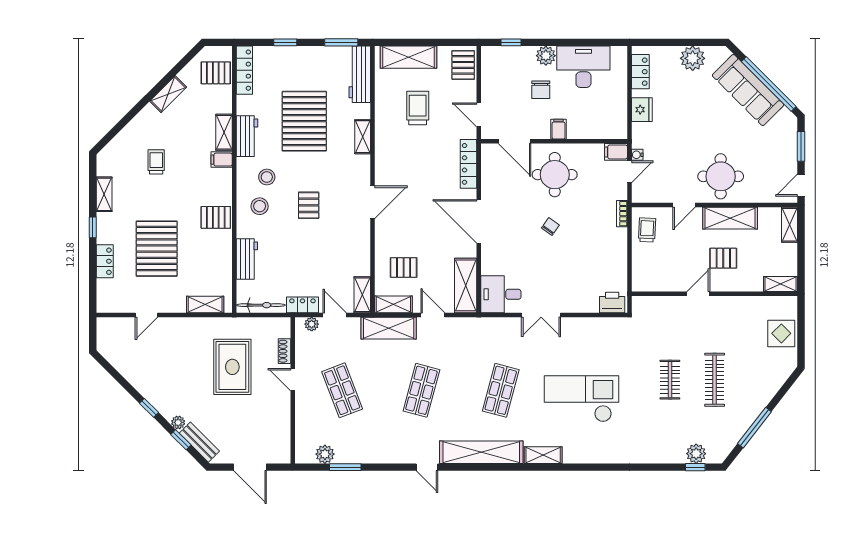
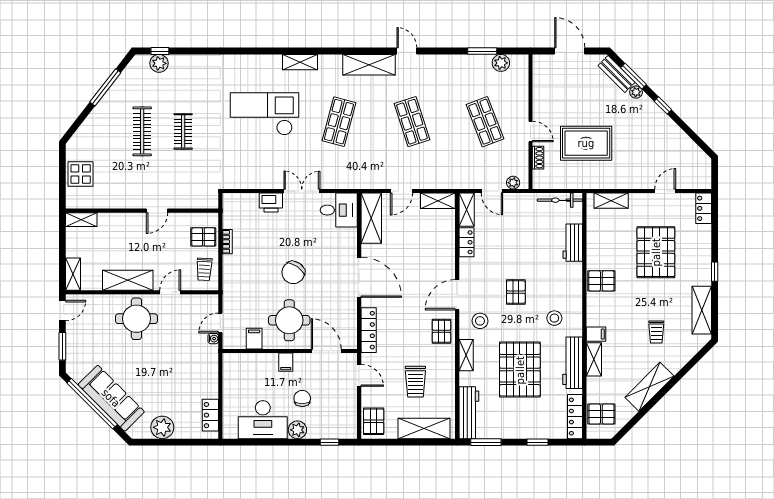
shelving: (168, 94) -> (649, 387), width x1.50, depth x1.33
fridge: (642, 110) -> (209, 380), removed
workbench: (247, 136) -> (573, 363), width x1.38
filing cabinet: (616, 152) -> (254, 339), moved, turned -90
shelving: (104, 194) -> (702, 310), width x1.50, depth x1.33
stool: (260, 206) -> (480, 321), moved
bookcase: (622, 214) -> (227, 242), moved
chair: (550, 227) -> (293, 273), width x1.87, depth x1.87
pallet: (723, 258) -> (203, 237), moved
locker: (105, 261) -> (704, 208), moved
pallet: (404, 267) -> (441, 331), moved, turned 90
printer: (612, 303) -> (271, 203), moved
locker: (302, 305) -> (466, 242), moved, turned -90
door: (433, 315) -> (401, 191), hinge flipped
shelving: (389, 328) -> (442, 179), removed
rug: (232, 367) -> (586, 143), turned 90
shop shelf: (421, 390) -> (412, 122), turned -33
checkout: (582, 399) -> (265, 114), turned 180
window: (181, 440) -> (634, 76), width x1.50
shelving: (481, 452) -> (369, 65), width x0.68

